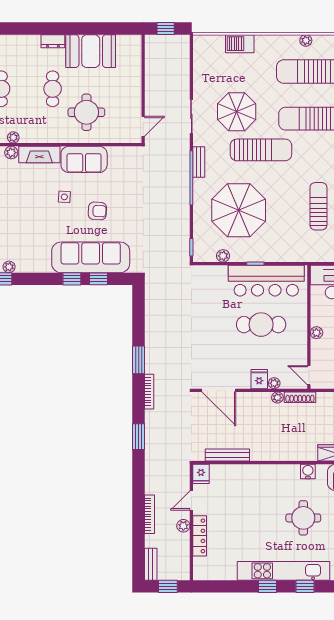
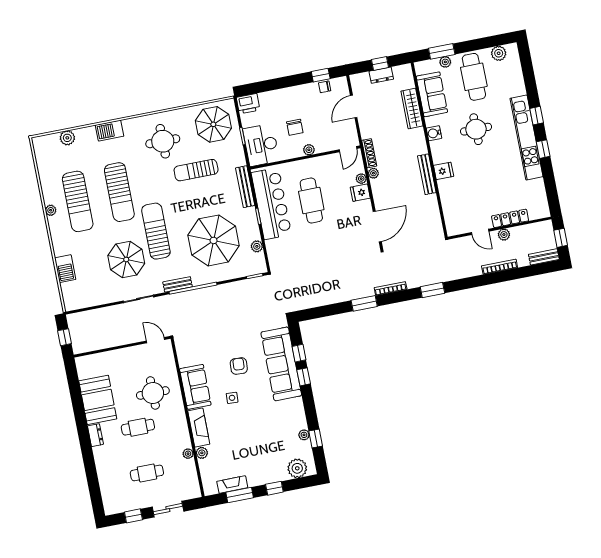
bench: (290, 256) -> (245, 187), added
bench: (227, 455) -> (427, 174), moved
fridge: (201, 474) -> (444, 171), moved

